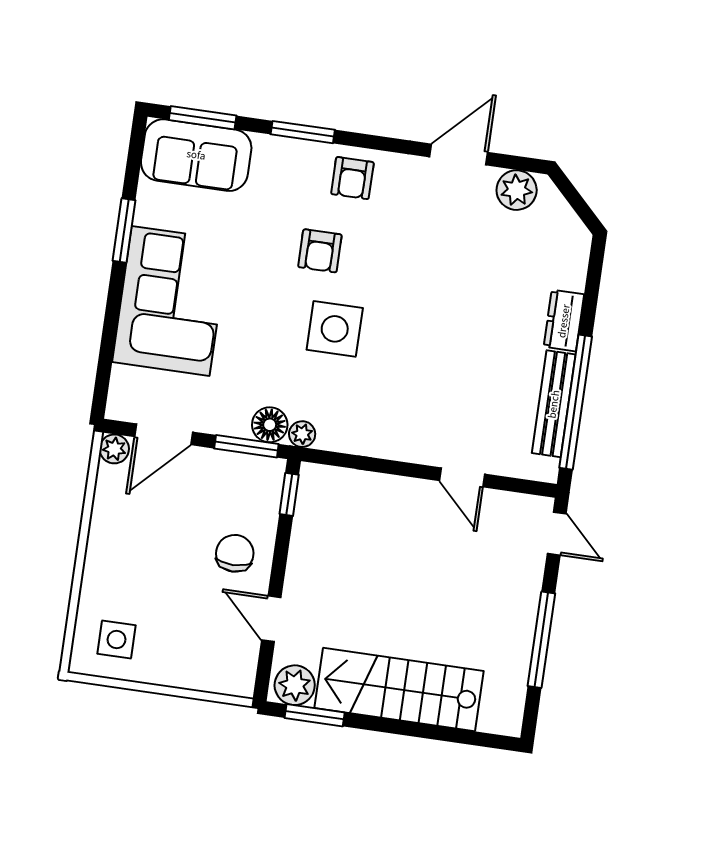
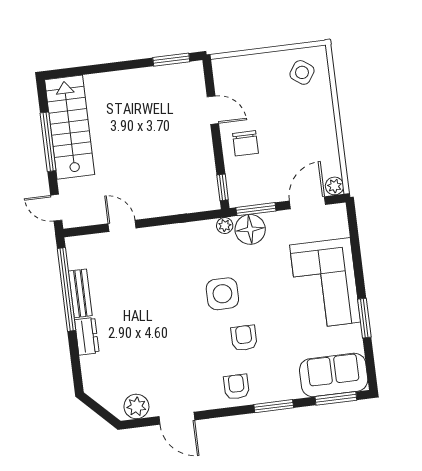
door: (459, 155) -> (177, 418), hinge flipped
bench: (554, 404) -> (80, 293), width x0.73
floor lamp: (270, 425) -> (250, 229), width x1.38, depth x1.38
side table: (117, 640) -> (302, 72), turned 35
plant: (295, 685) -> (188, 74), removed
stairs: (399, 689) -> (70, 127), moved, turned -90

